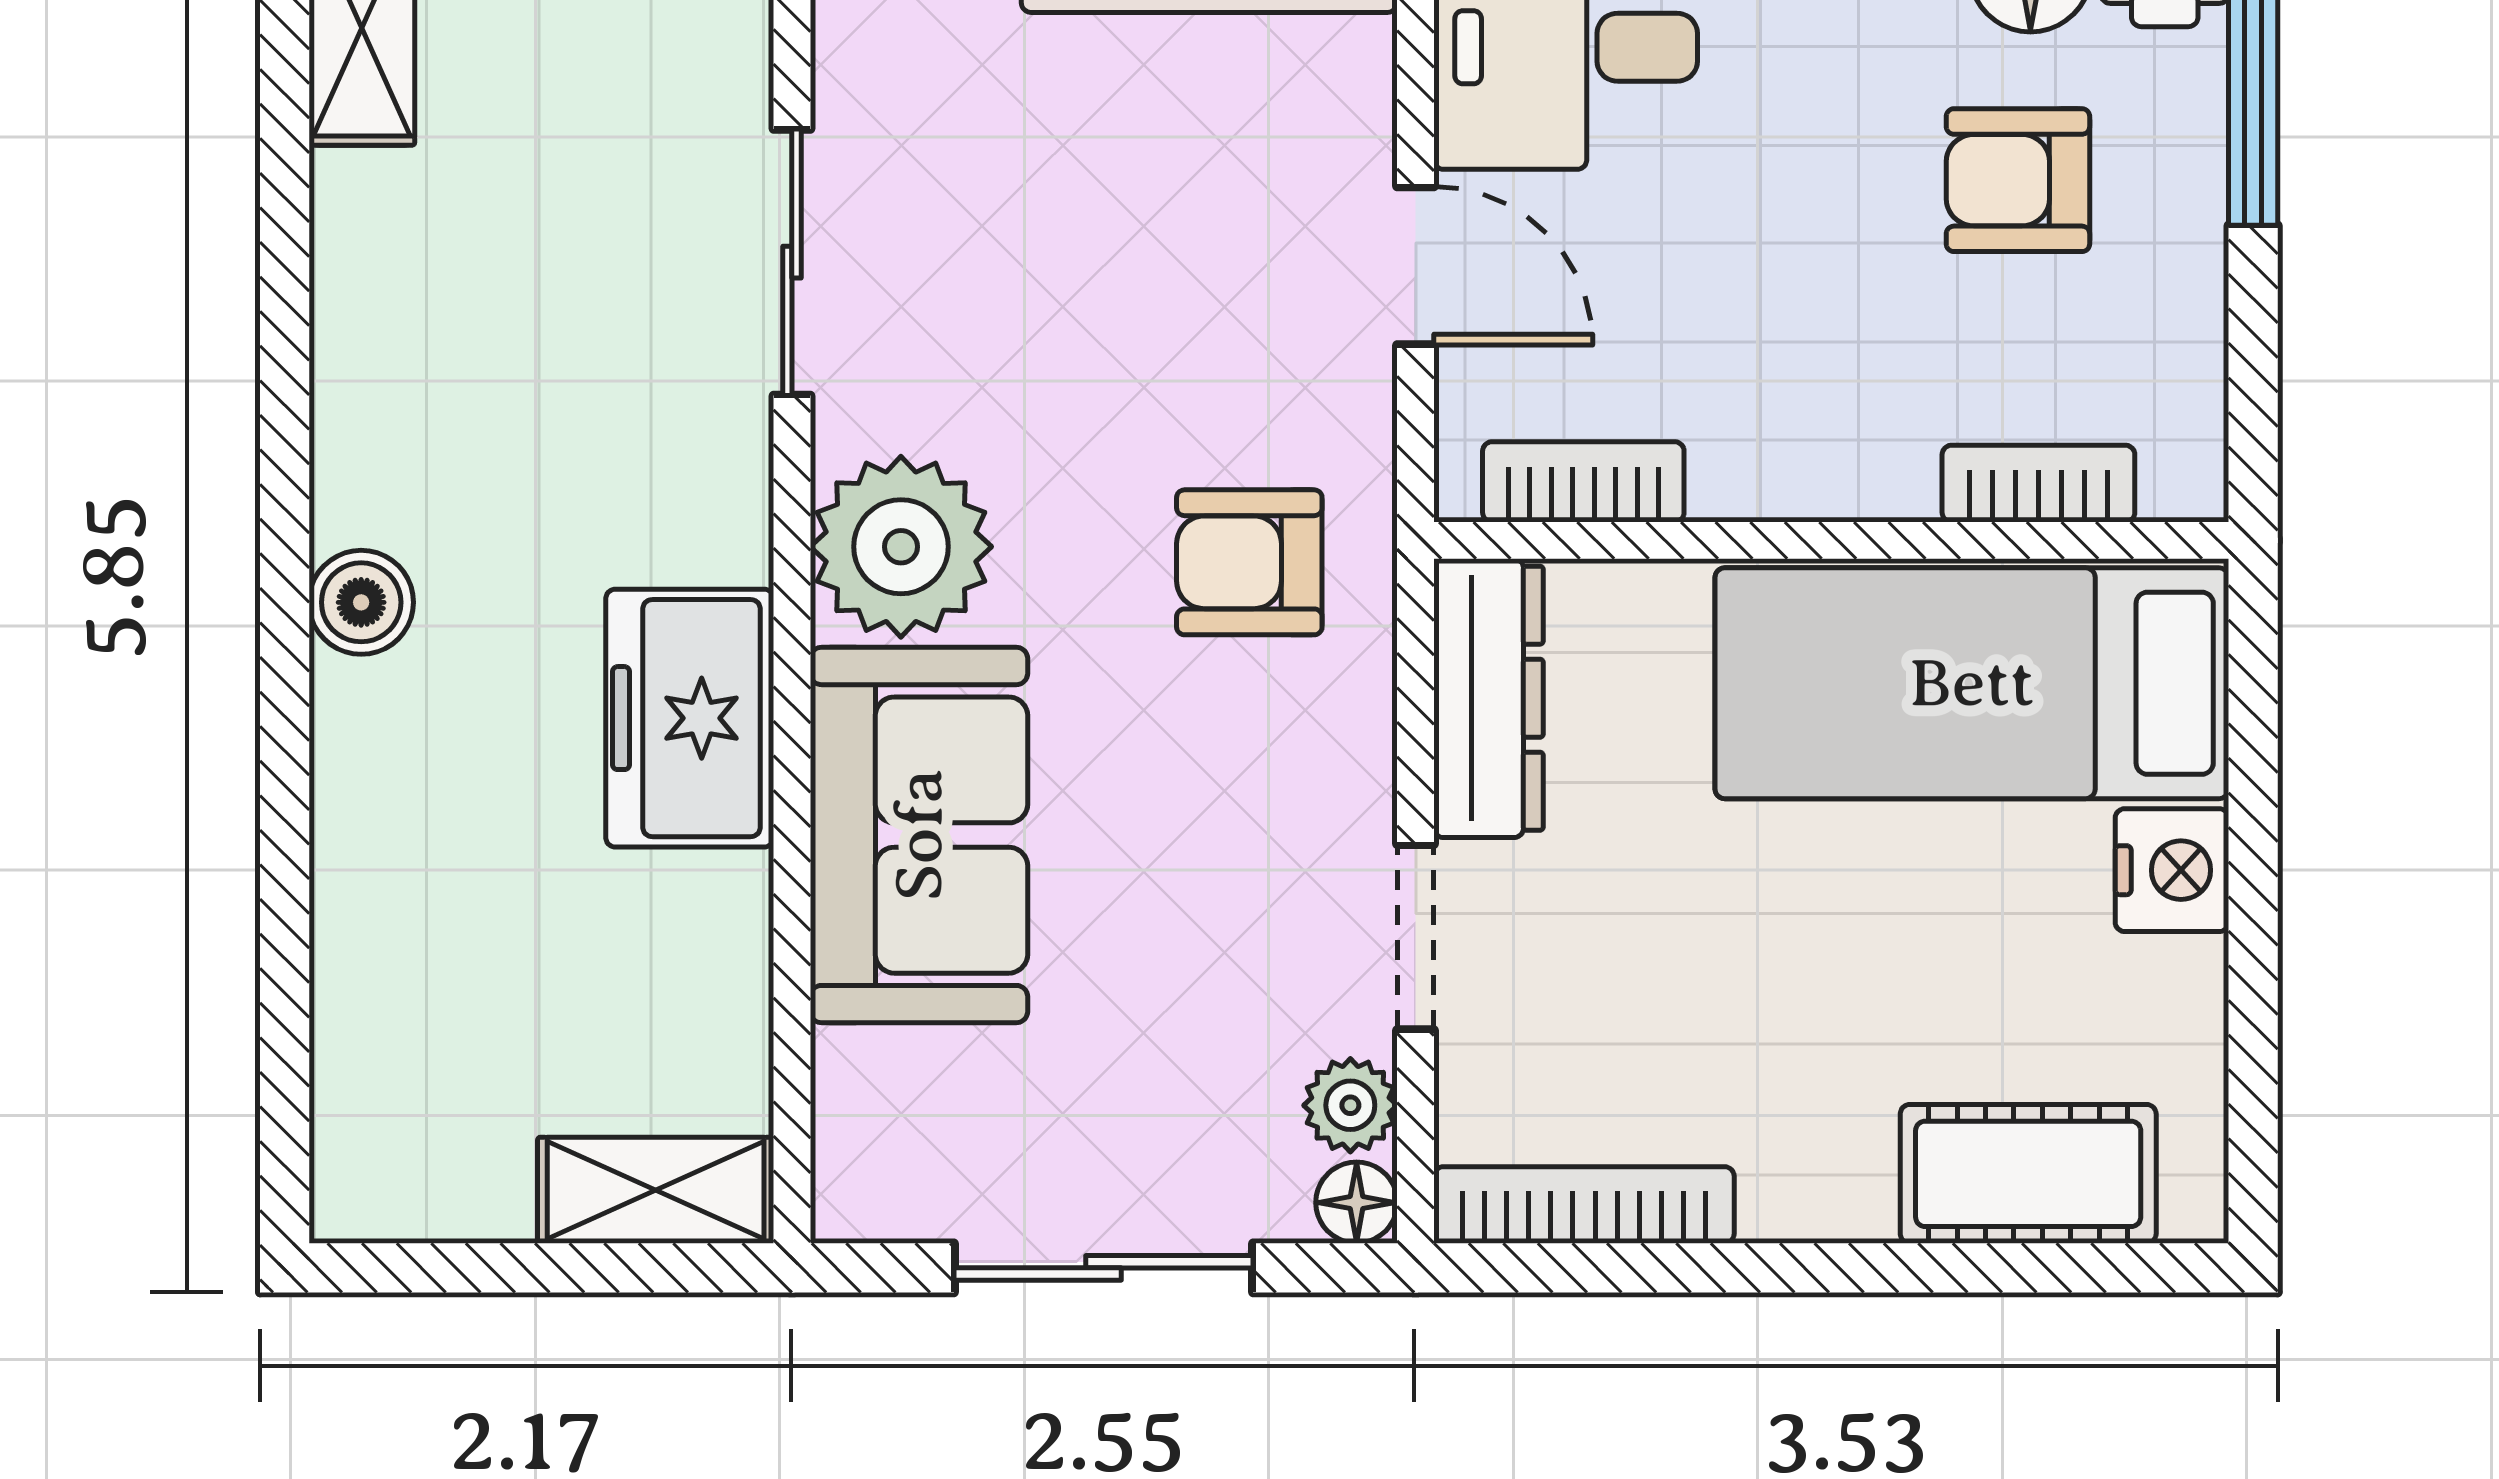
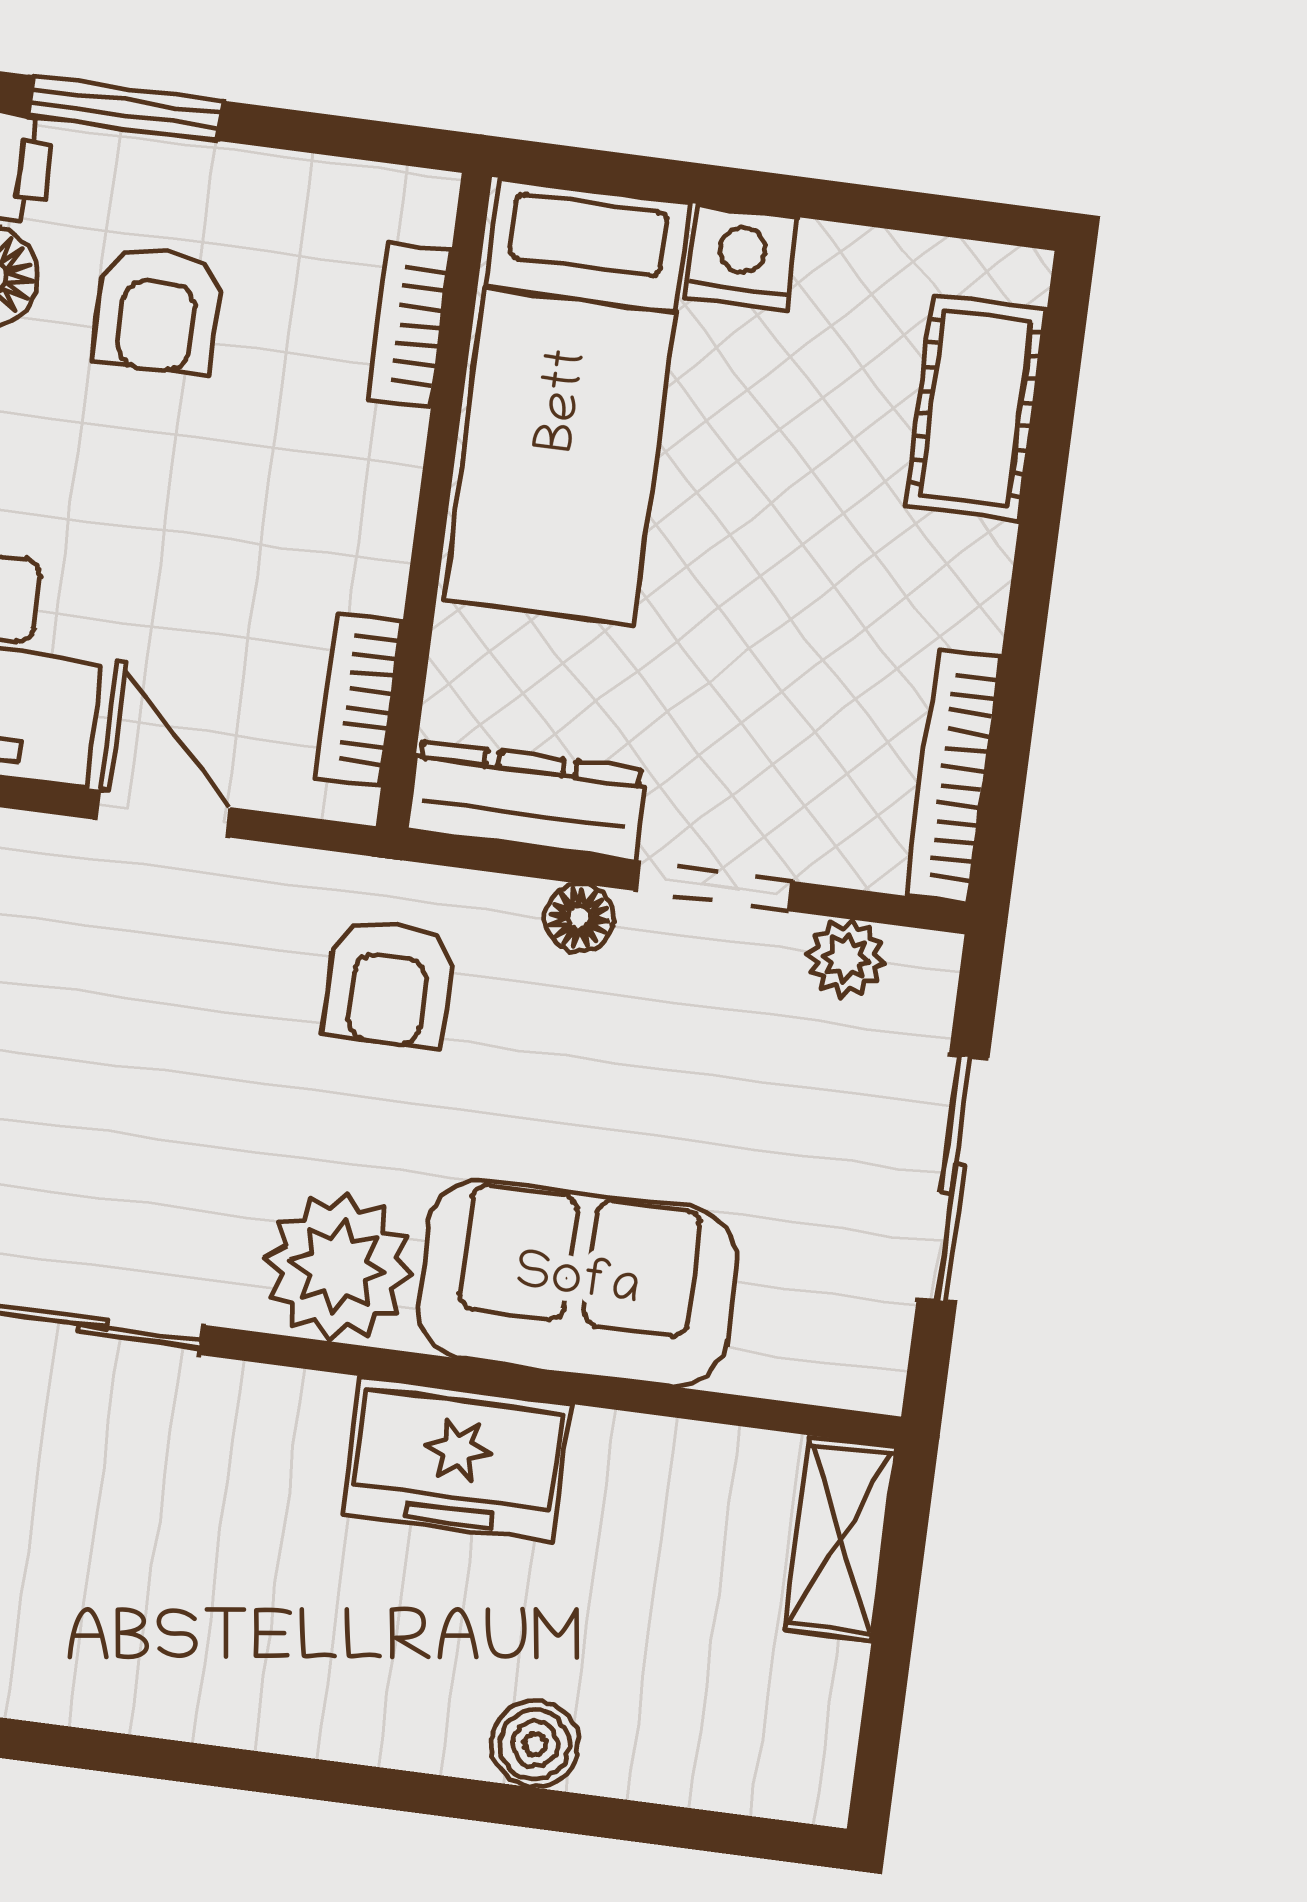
door: (1416, 266) -> (163, 813), hinge flipped
boiler: (361, 602) -> (535, 1744), moved
floor lamp: (1357, 1203) -> (579, 918), moved

